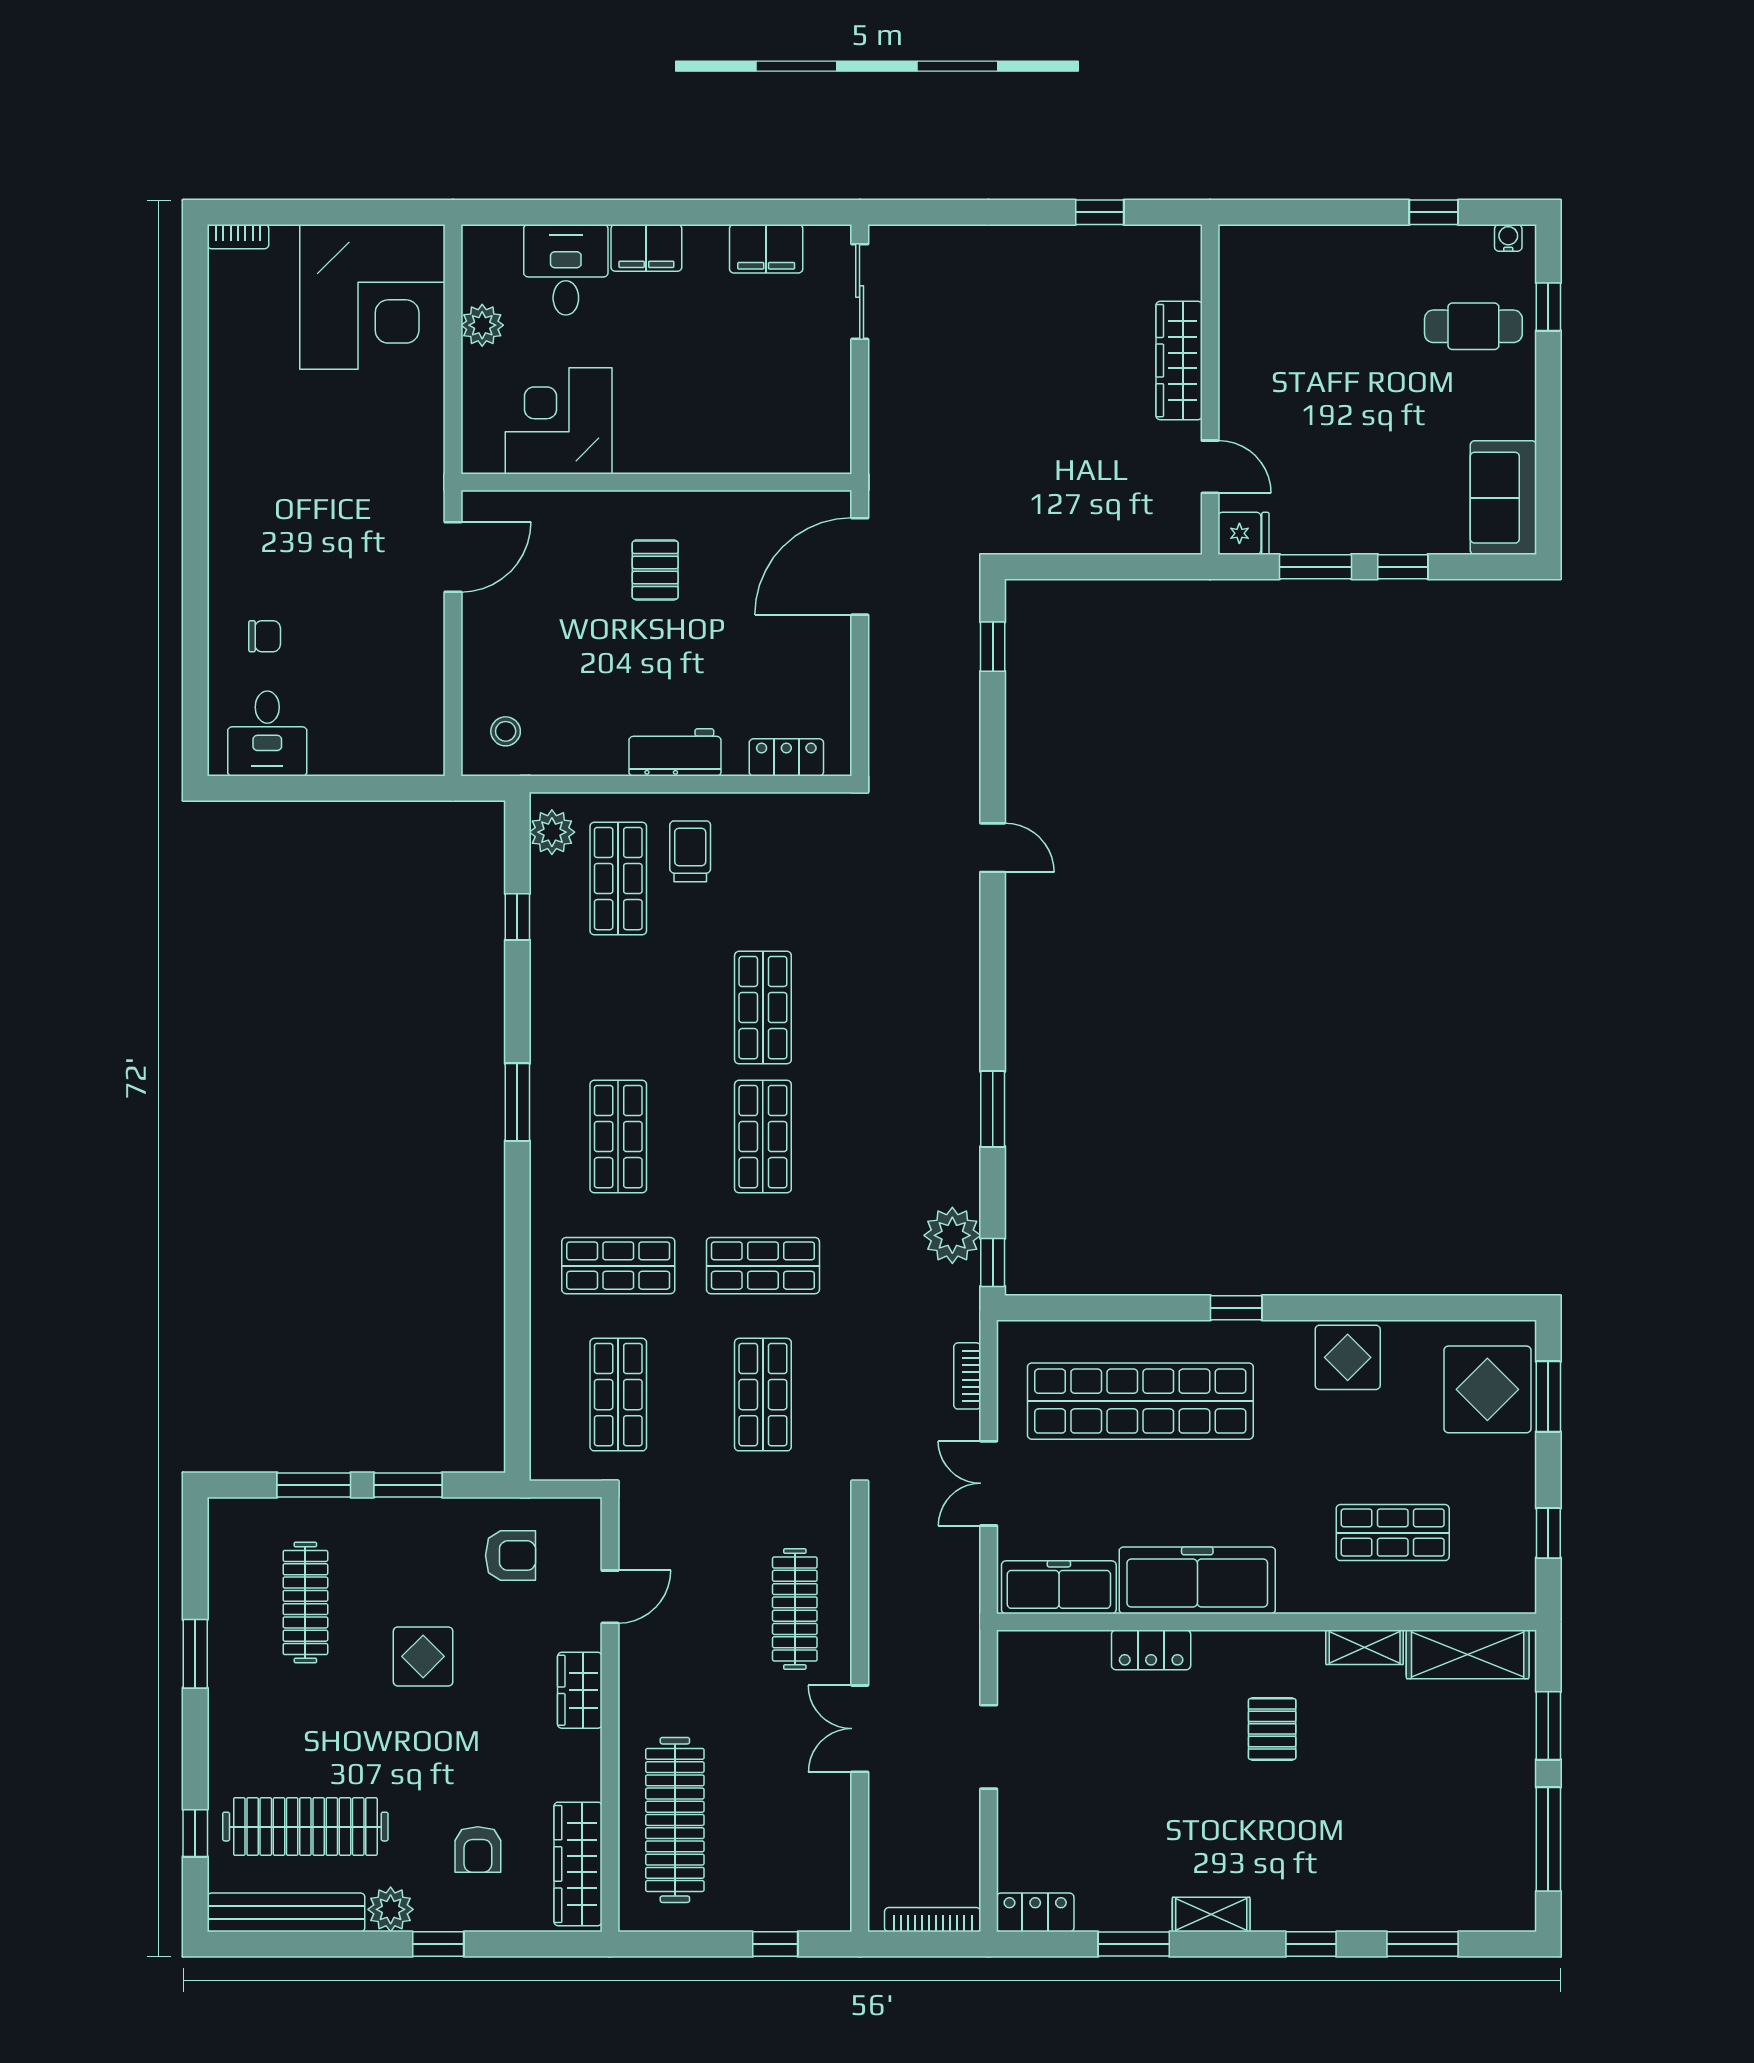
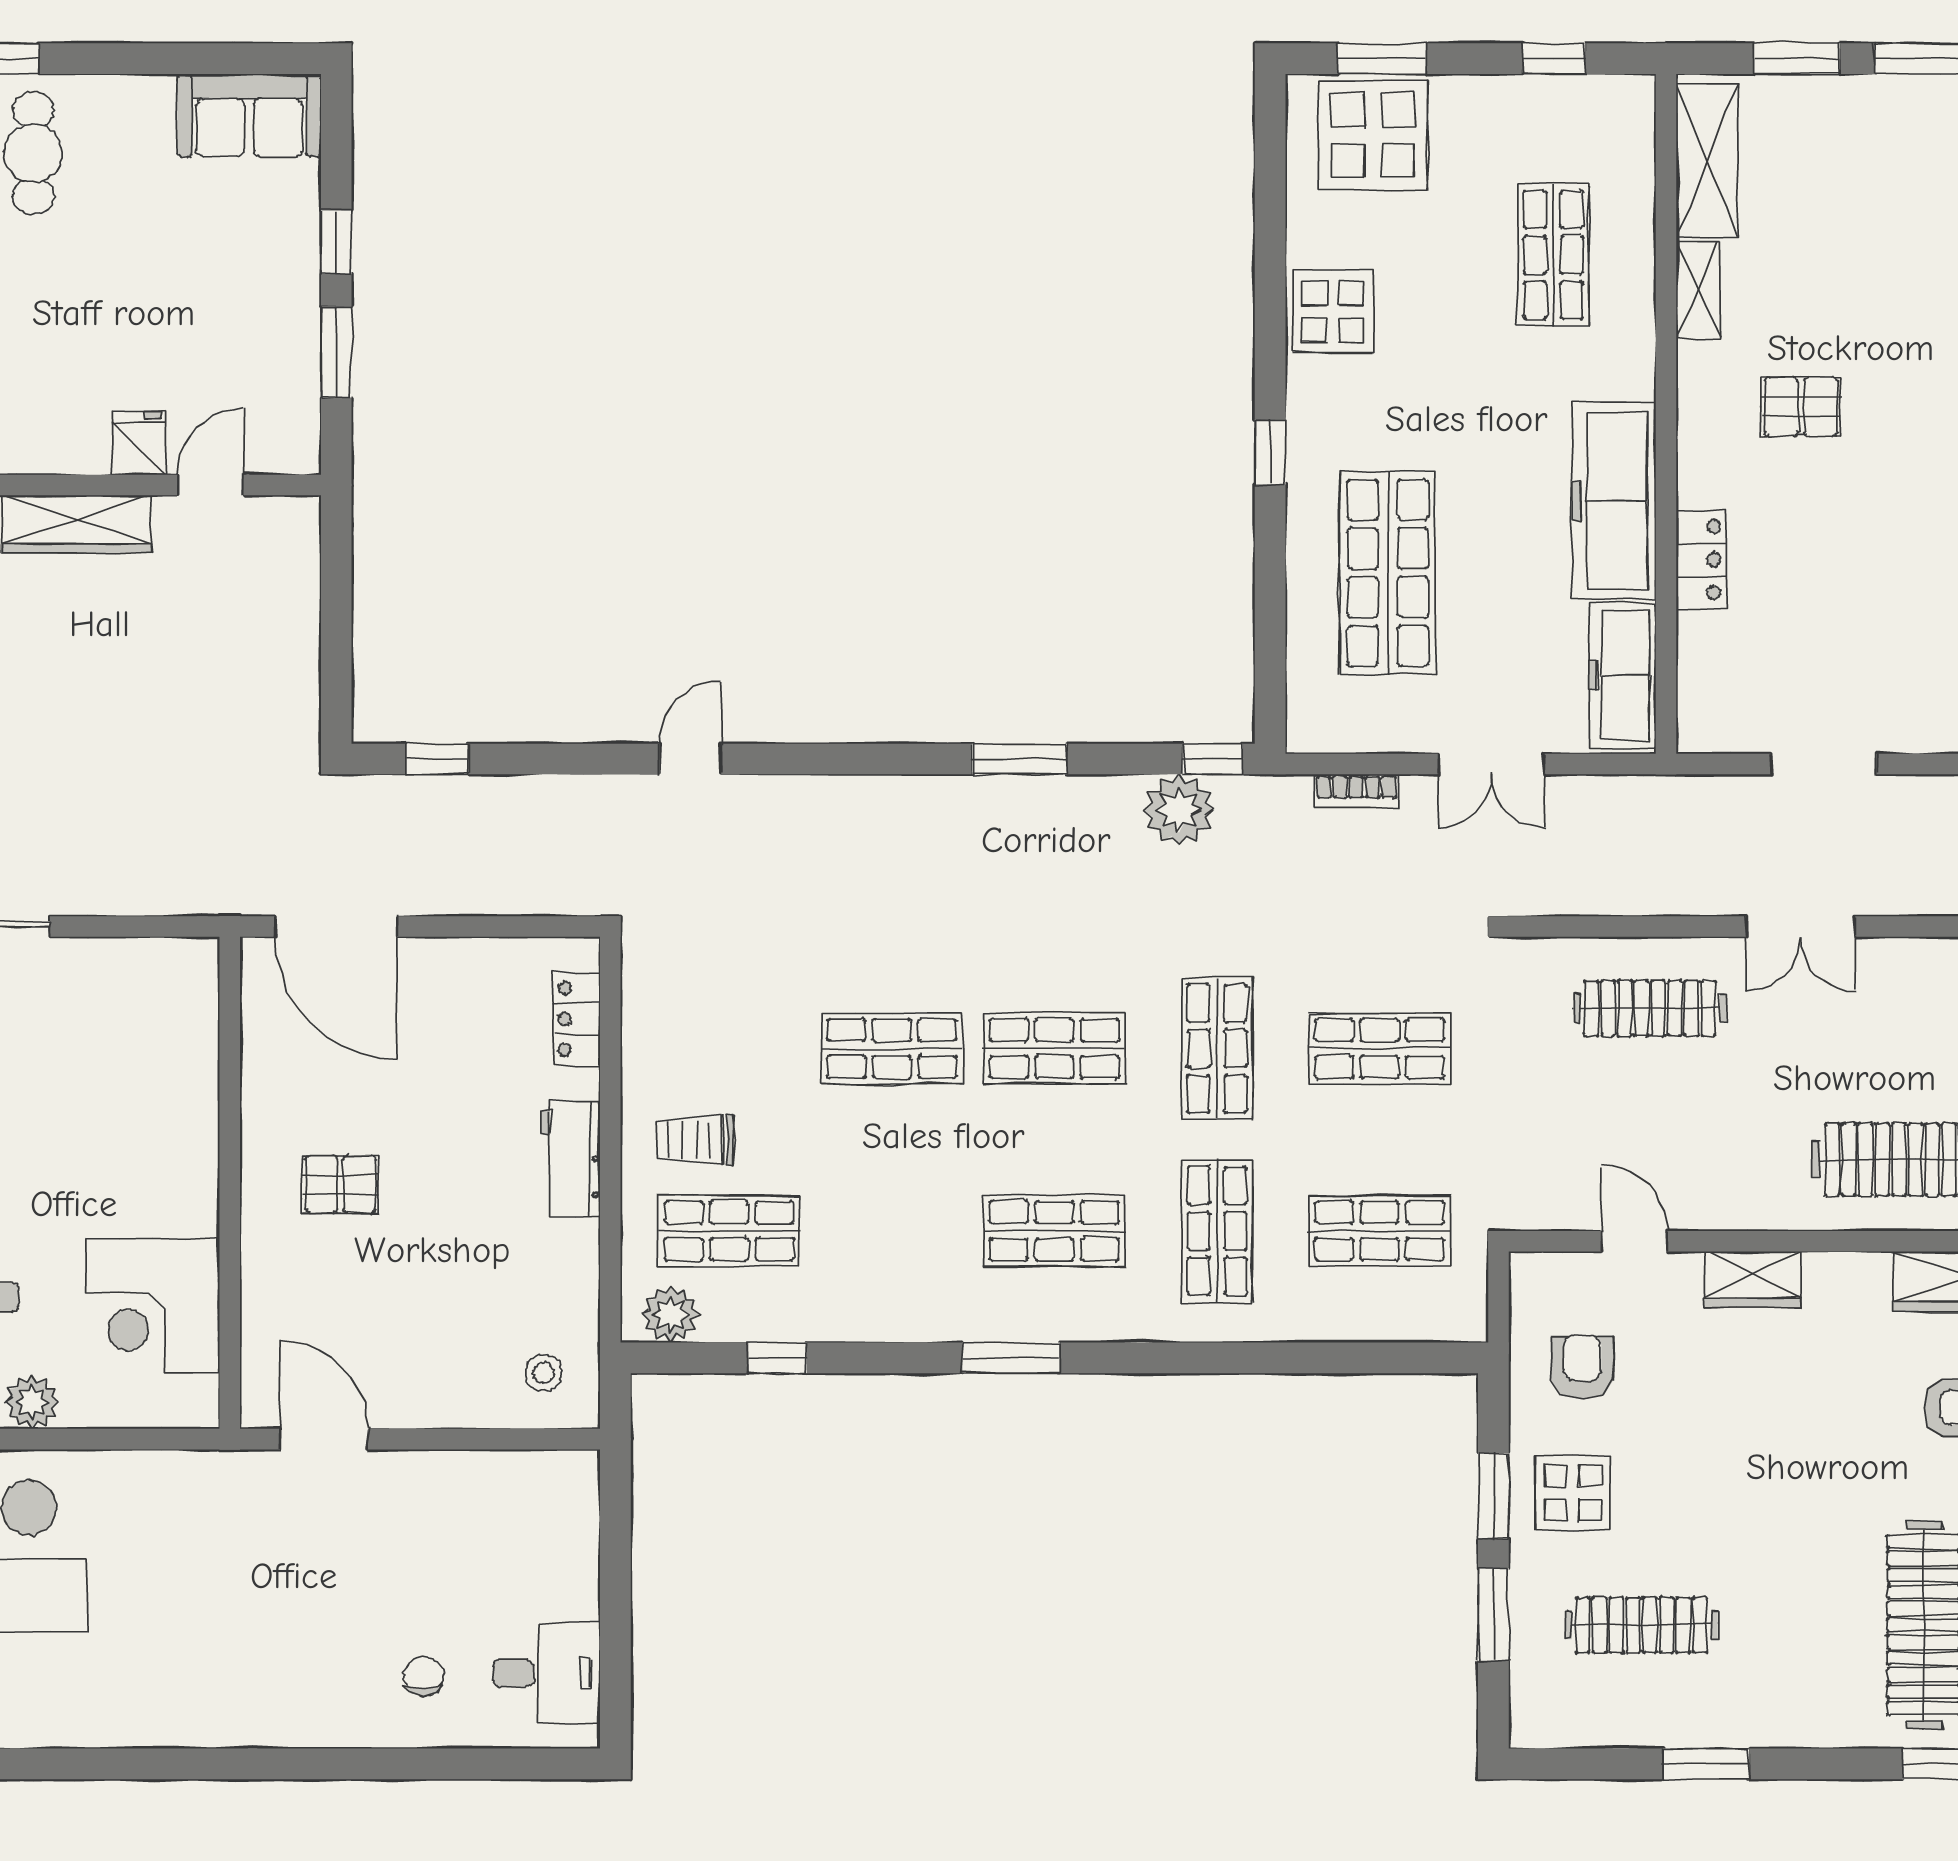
fridge: (1244, 533) -> (139, 443), moved
shop shelf: (1140, 1401) -> (1388, 573), width x0.71
display table: (423, 1656) -> (1573, 1493), moved

